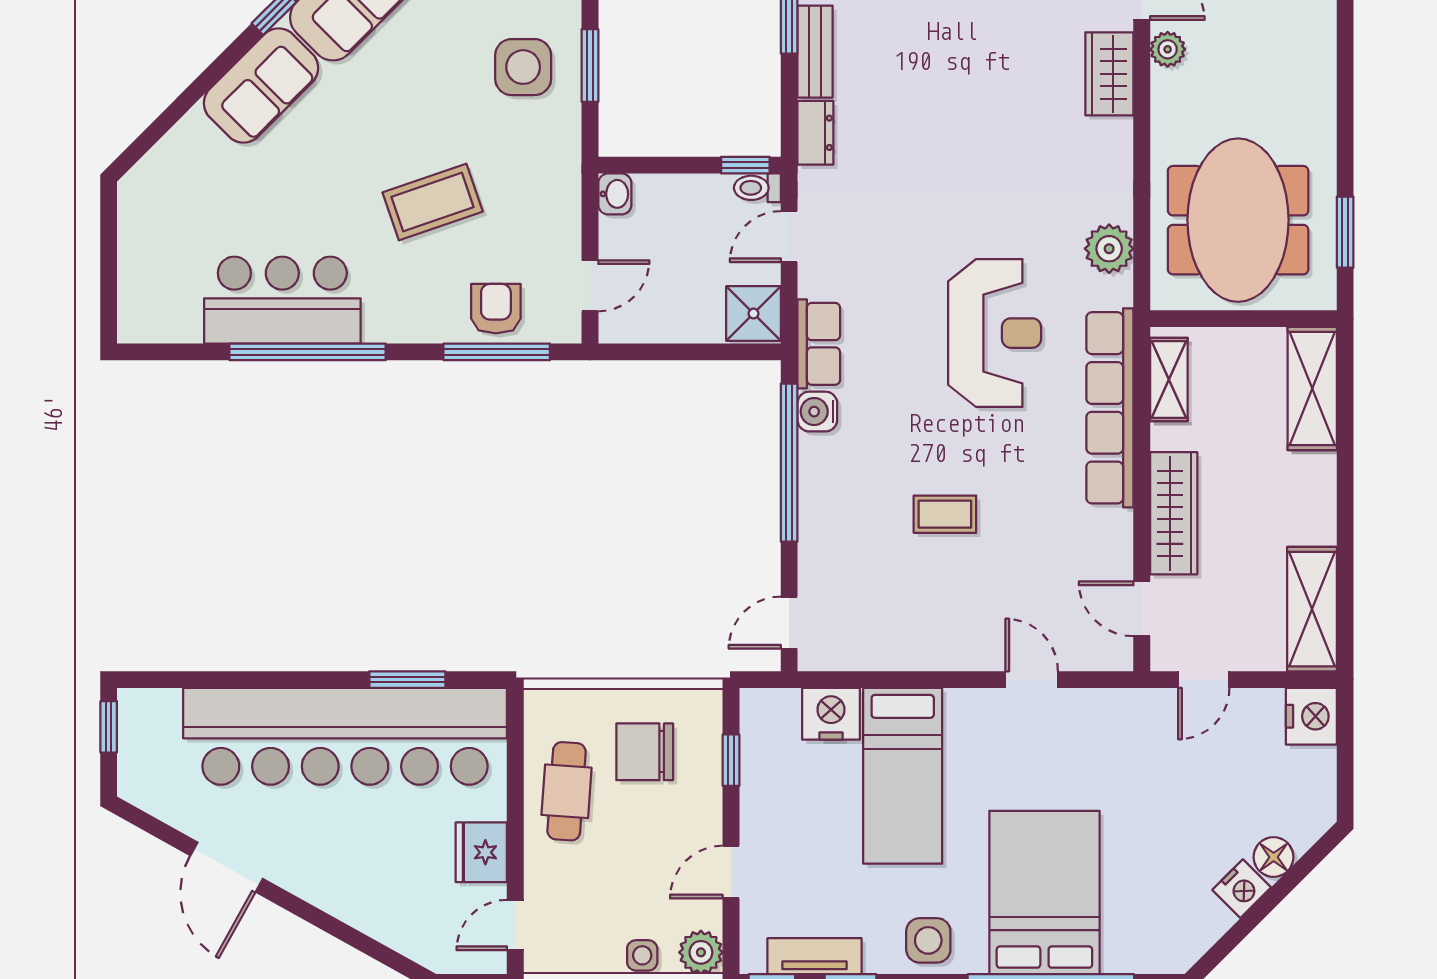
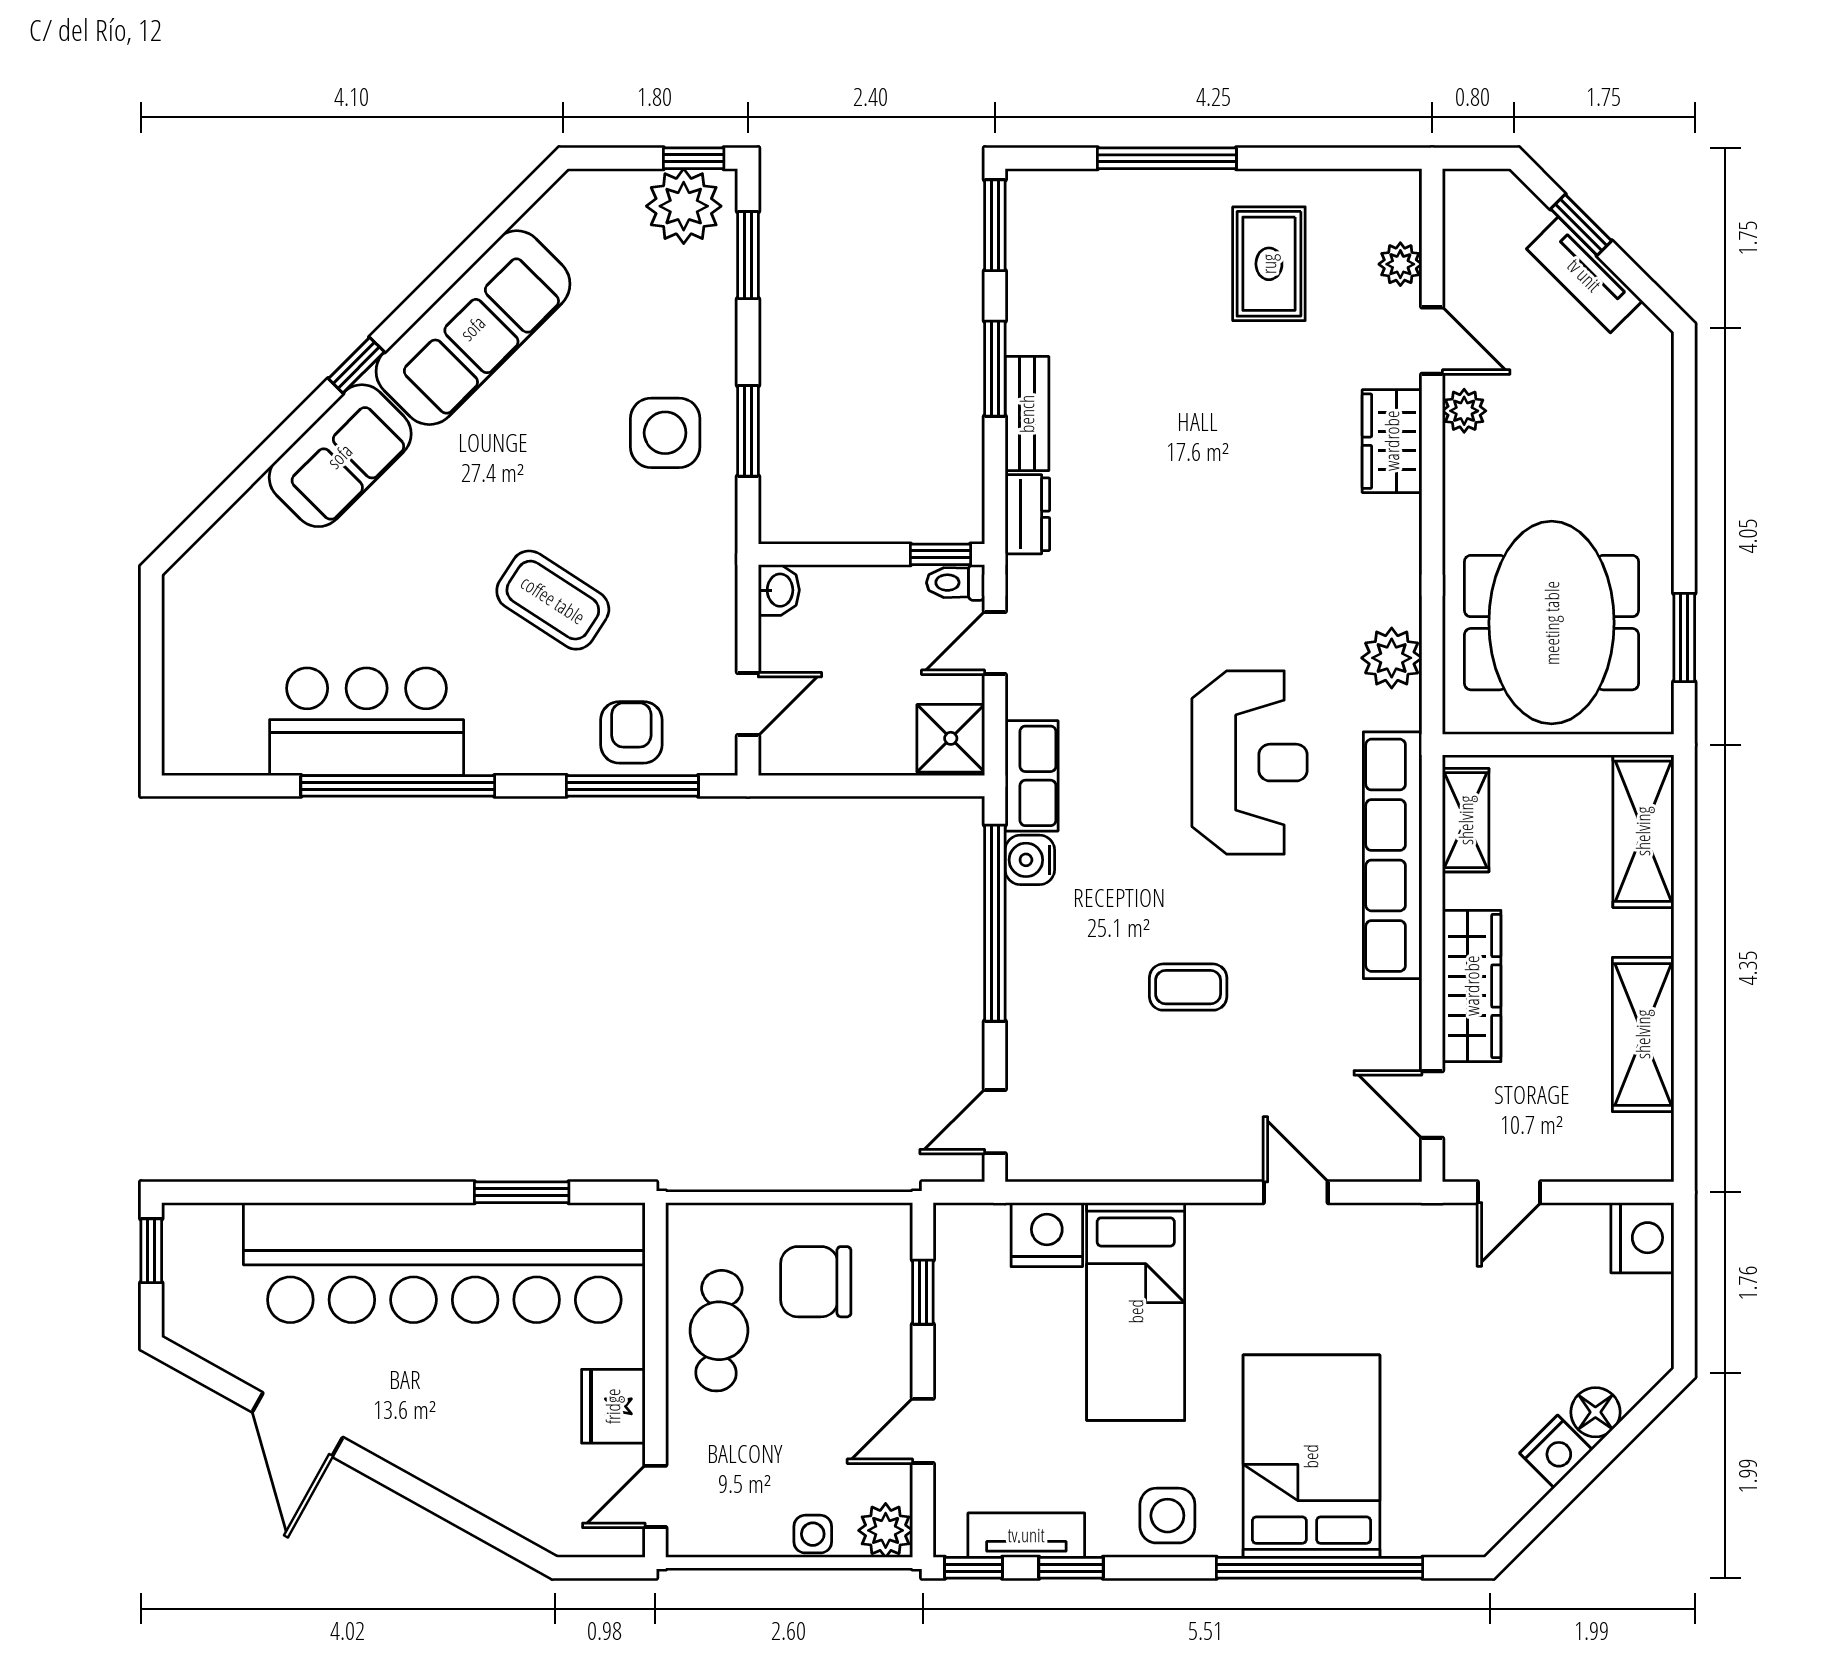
coffee table: (433, 202) -> (553, 600), turned 52
shelving: (1312, 609) -> (1643, 1034), moved

